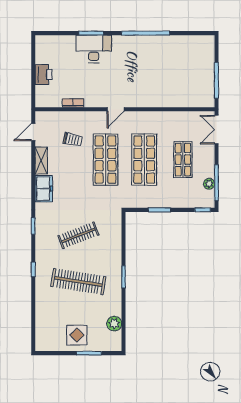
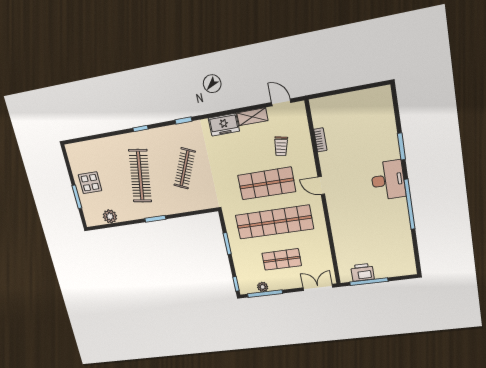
desk: (94, 49) -> (388, 180), moved
printer: (43, 75) -> (362, 272), moved, turned 180
shop shelf: (144, 160) -> (274, 222), width x1.40
clothes rail: (78, 235) -> (185, 168), turned 45

